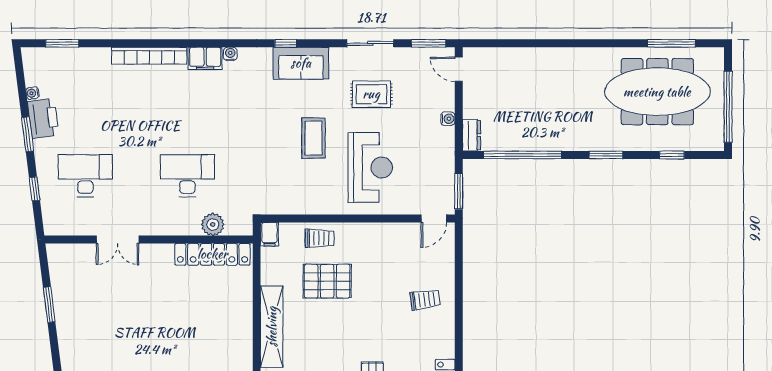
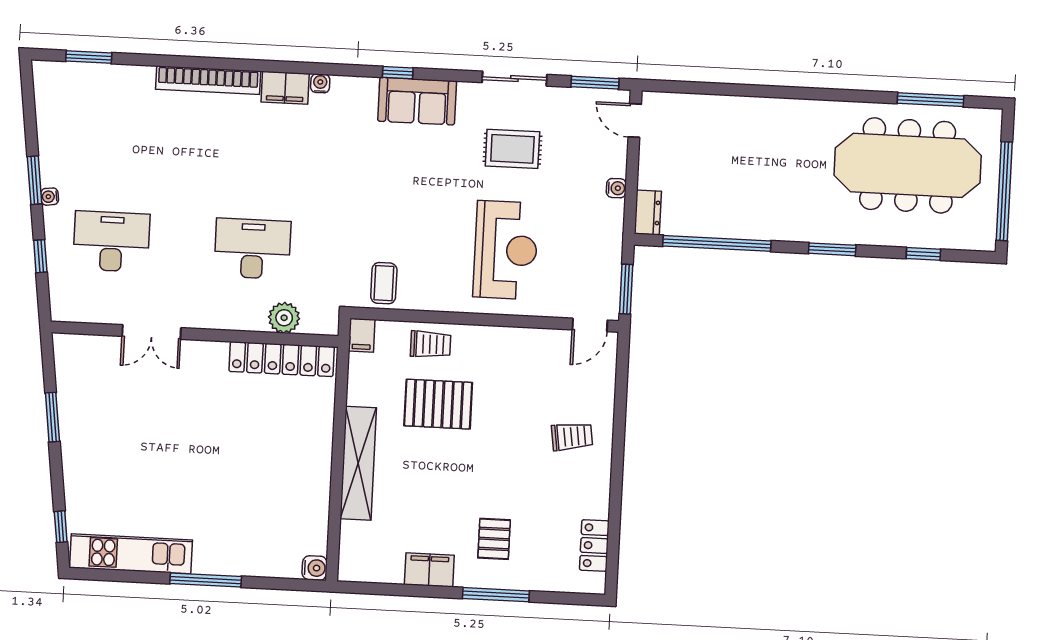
water cooler: (32, 93) -> (50, 197), moved
printer: (43, 118) -> (57, 159), removed
coffee table: (314, 138) -> (384, 283), moved, width x0.73, depth x0.77

